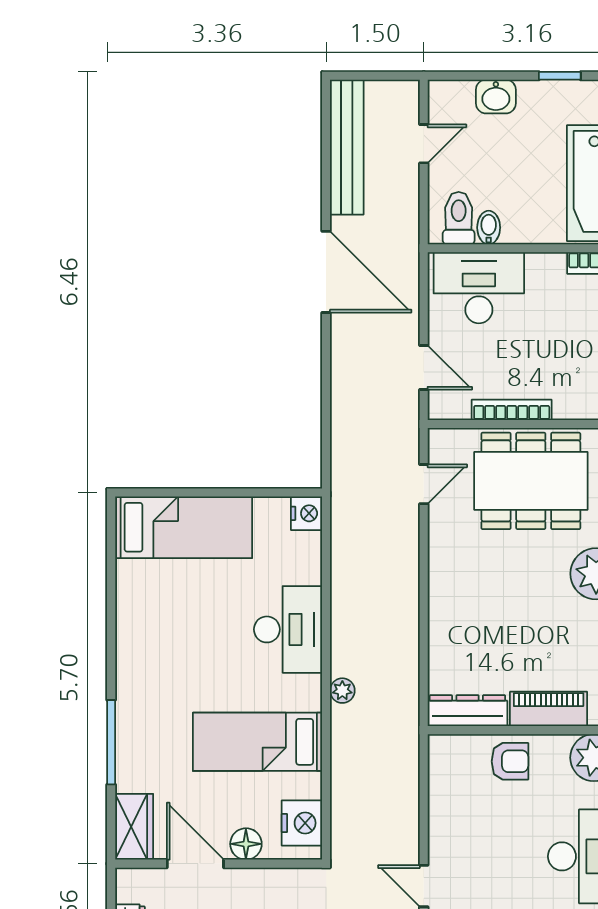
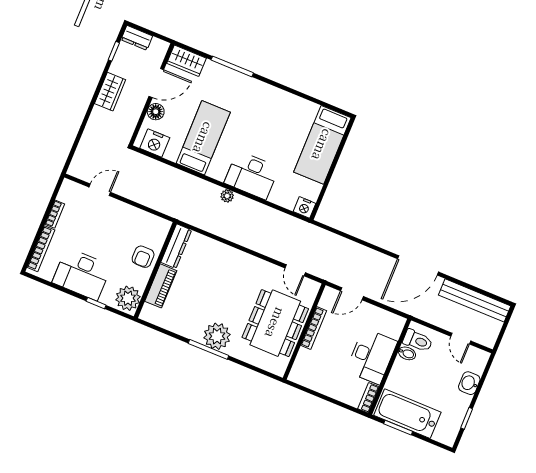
desk: (479, 288) -> (372, 356), moved
plant: (342, 691) -> (227, 196), moved

